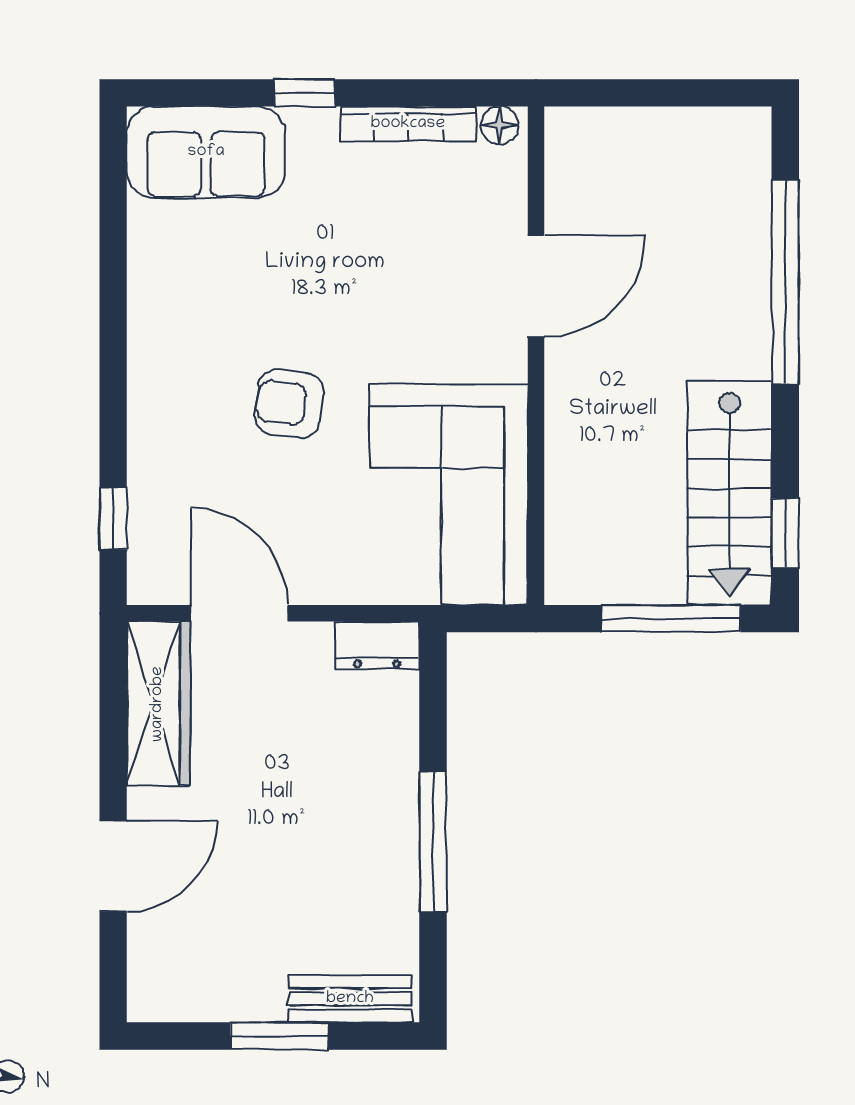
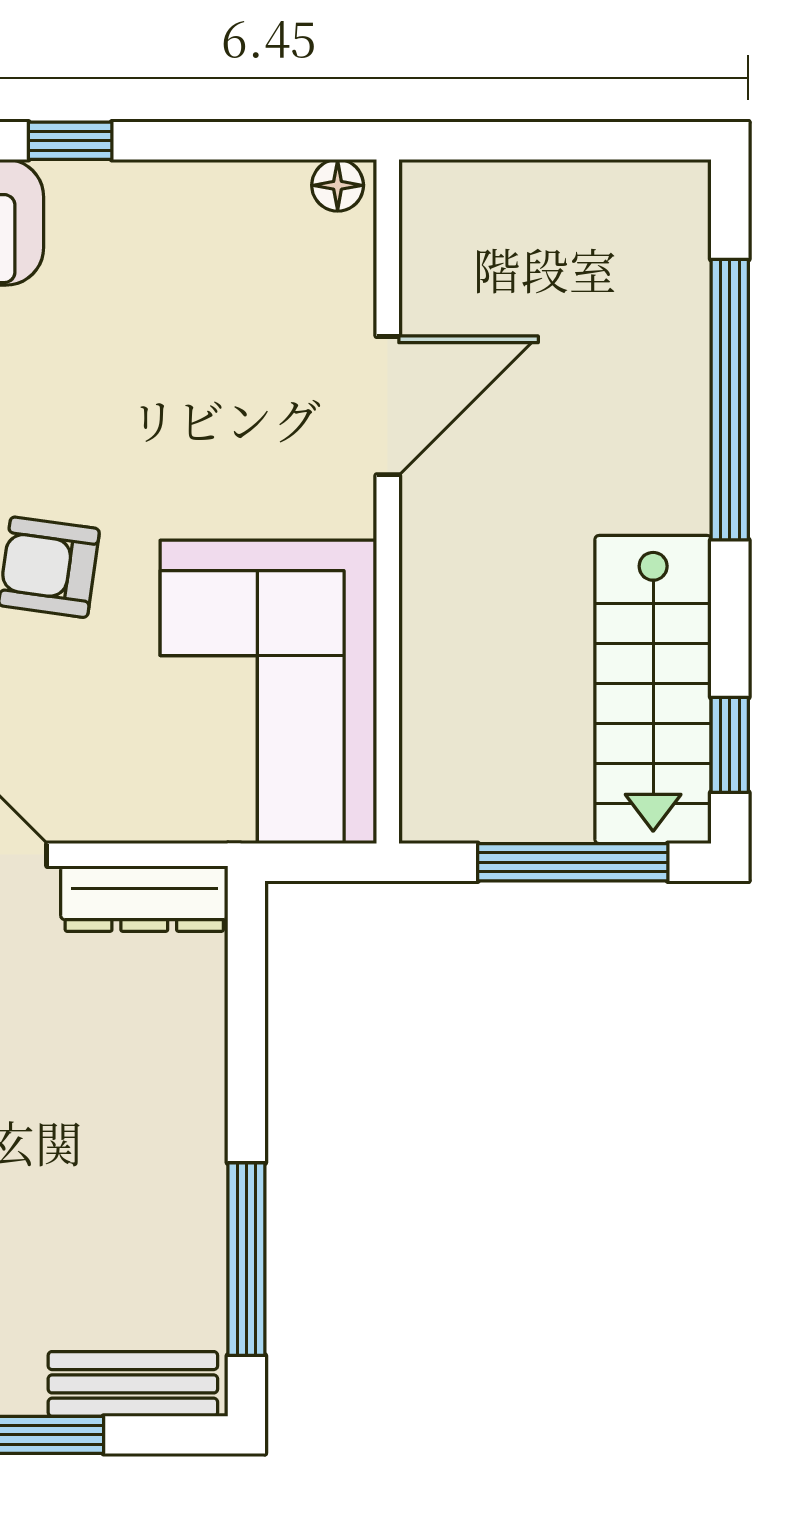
bookcase: (408, 124) -> (212, 183), removed
dresser: (377, 645) -> (144, 899), width x1.44
window: (433, 842) -> (246, 1259), moved

